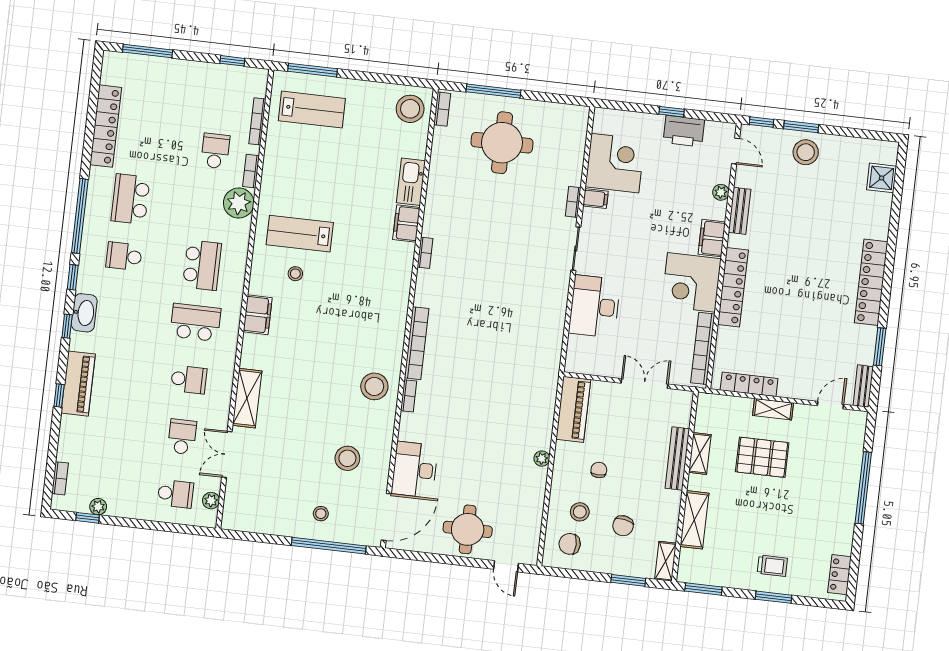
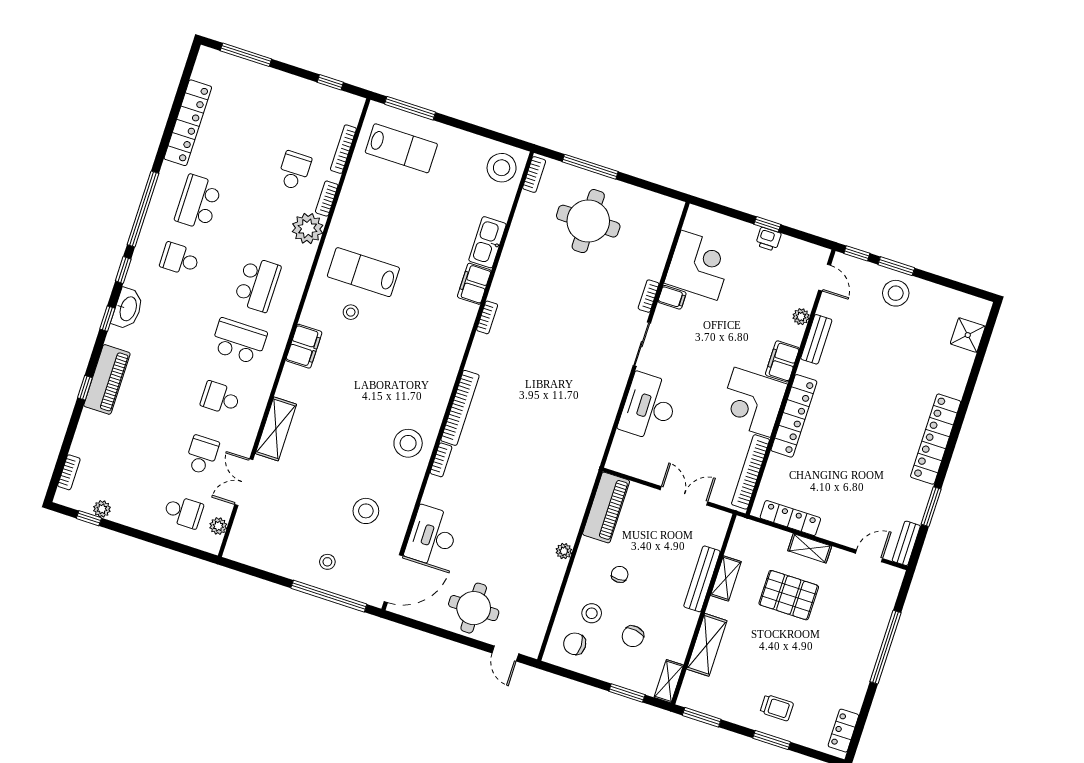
printer: (684, 131) -> (768, 239), width x0.53, depth x0.68
school desk: (189, 380) -> (220, 398), turned 180

